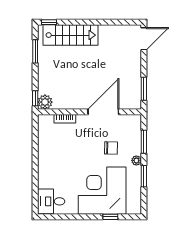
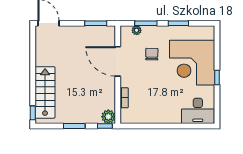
window: (35, 51) -> (74, 126), moved
plant: (136, 160) -> (137, 30), moved
desk: (51, 201) -> (198, 111), width x1.37
window: (110, 217) -> (217, 78), moved

